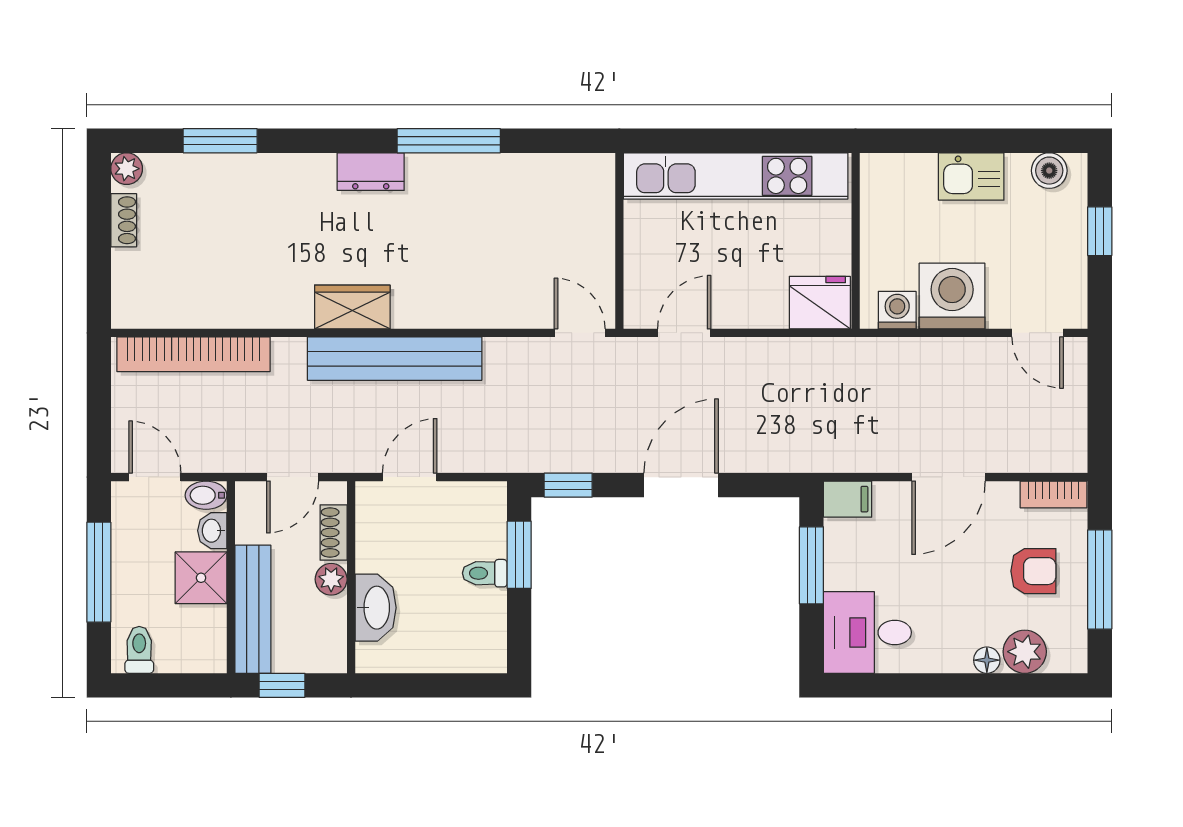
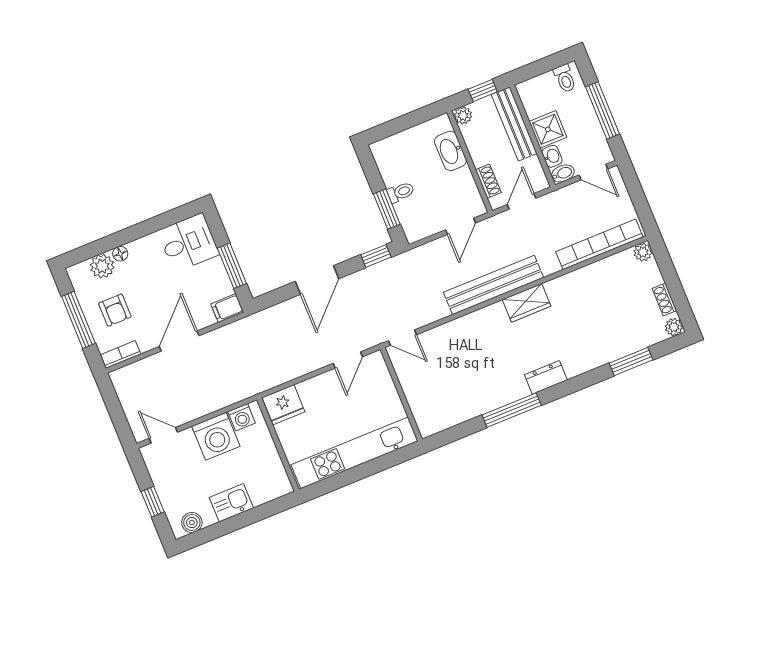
plant: (127, 312) -> (643, 252), added
armchair: (1033, 571) -> (115, 310), turned -90
plant: (331, 579) -> (463, 115), moved

